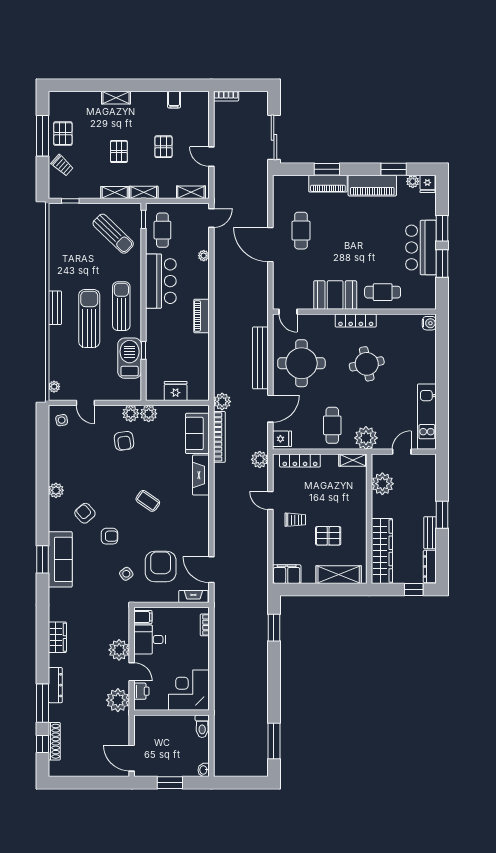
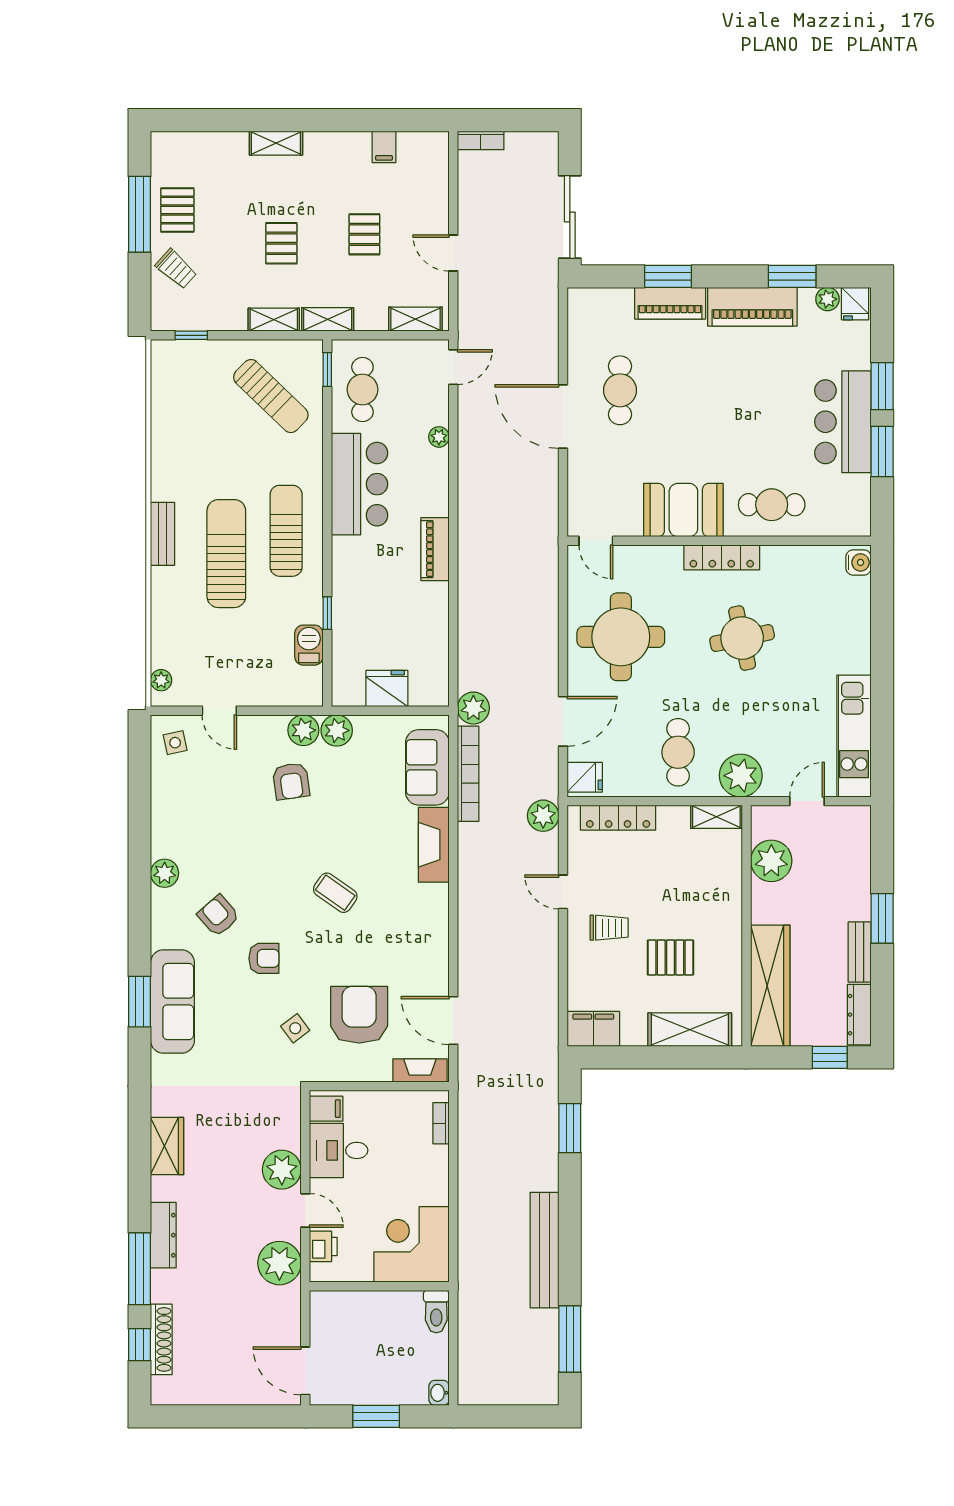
barbecue: (130, 358) -> (309, 645), width x0.53, depth x0.65
bench: (260, 358) -> (544, 1250), moved

